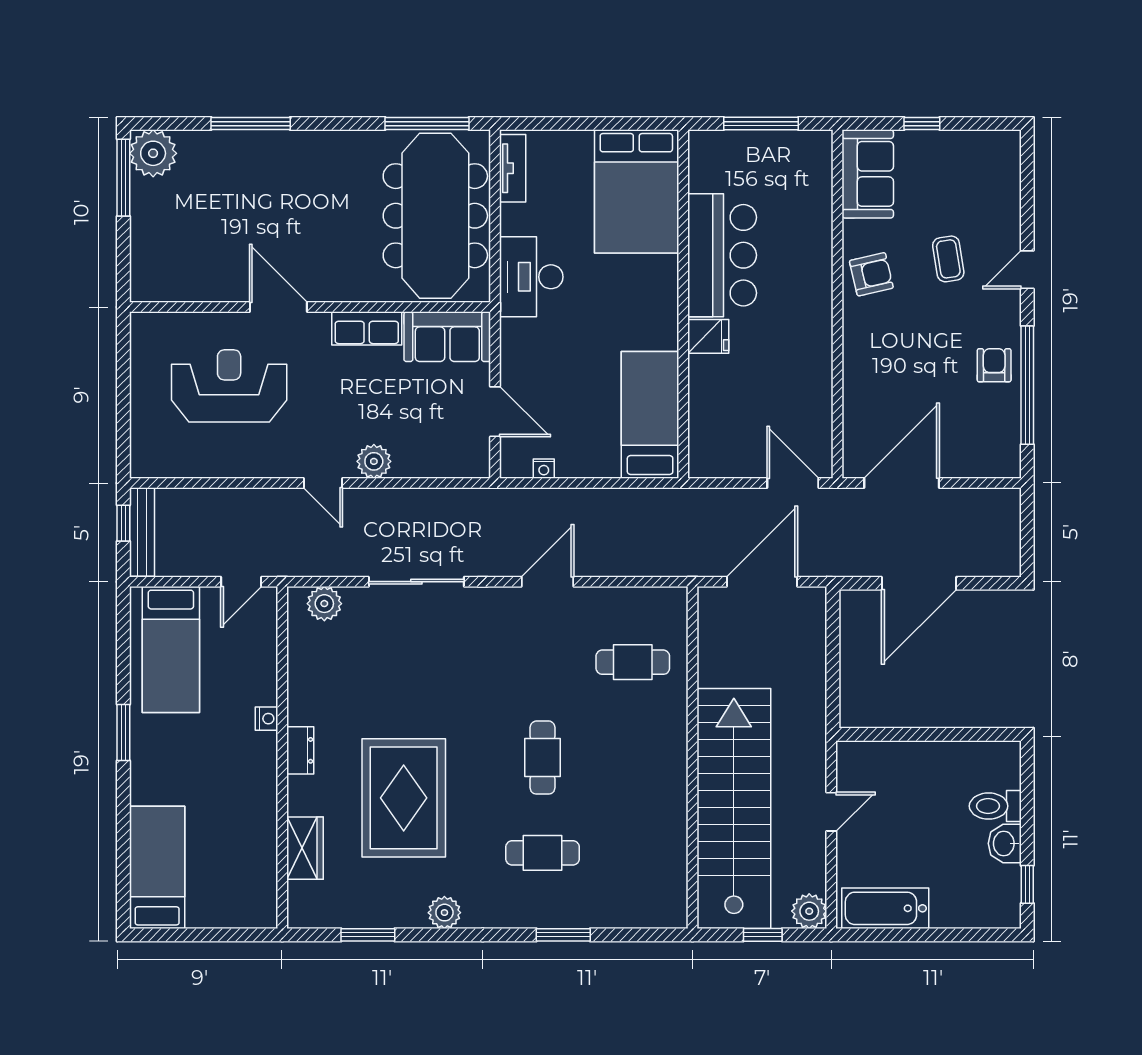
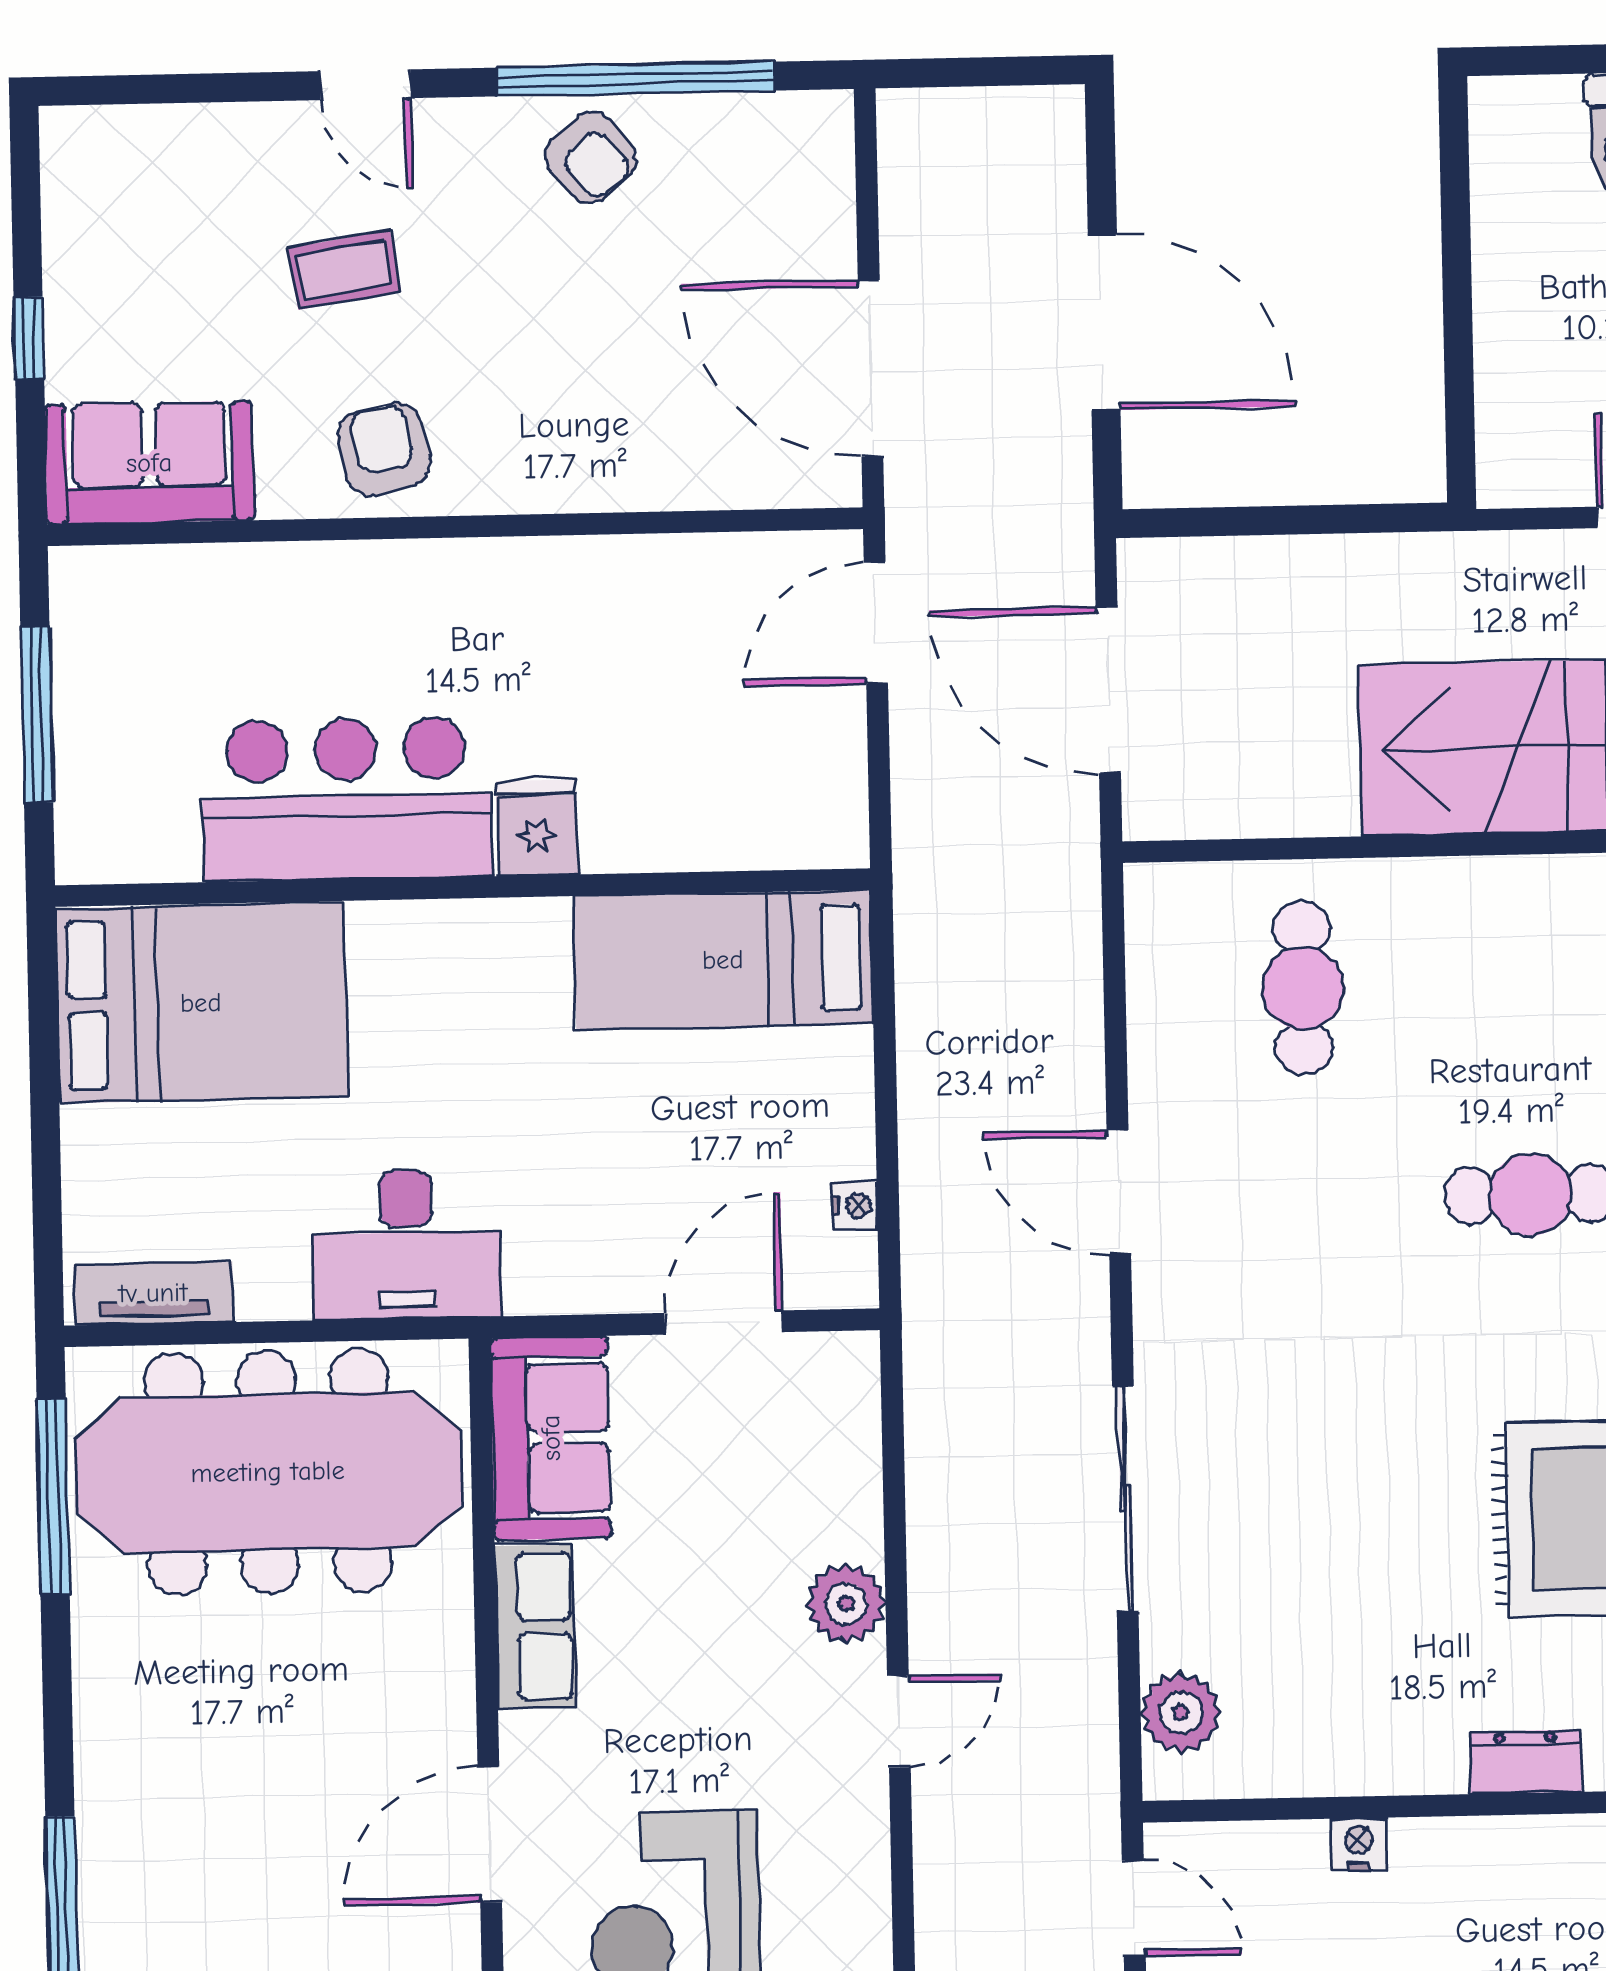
armchair: (994, 365) -> (591, 158), turned -130
nightstand: (267, 719) -> (1359, 1844), moved

